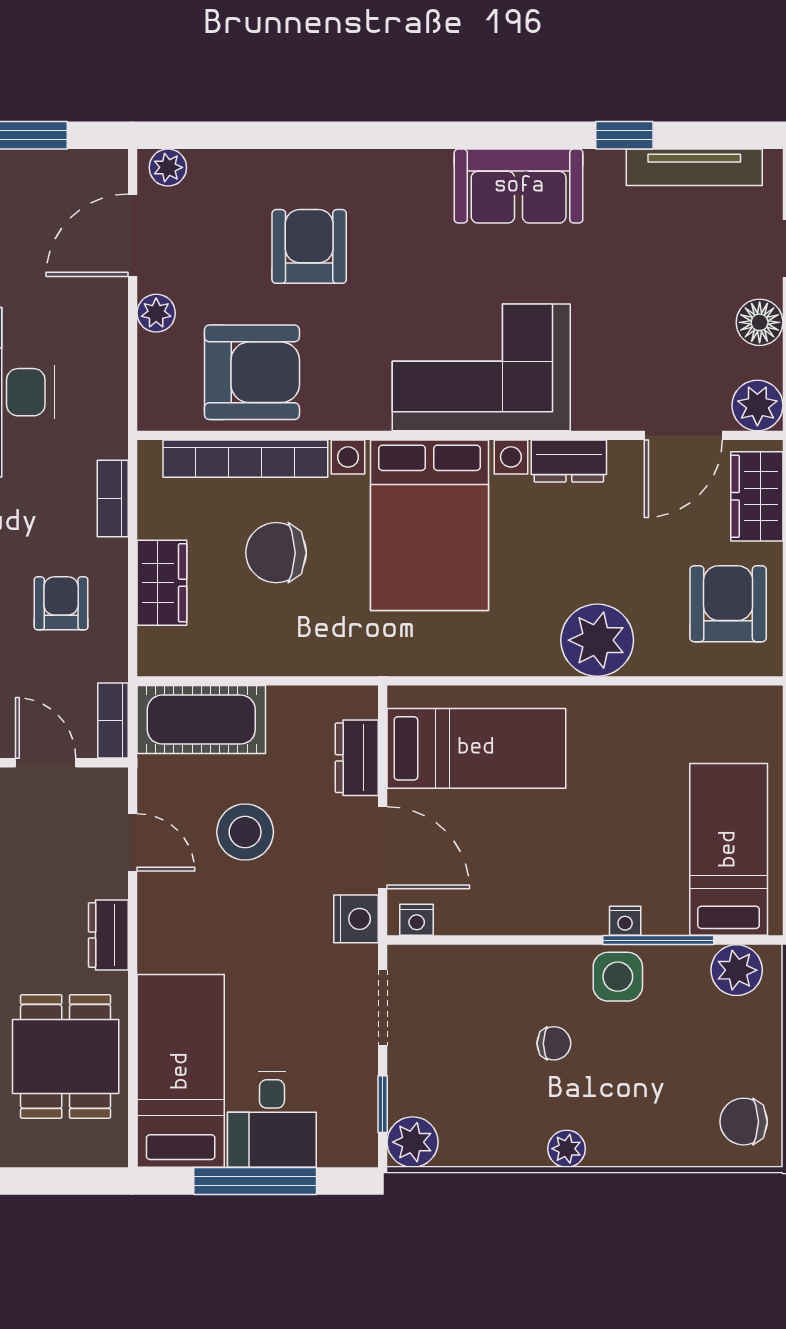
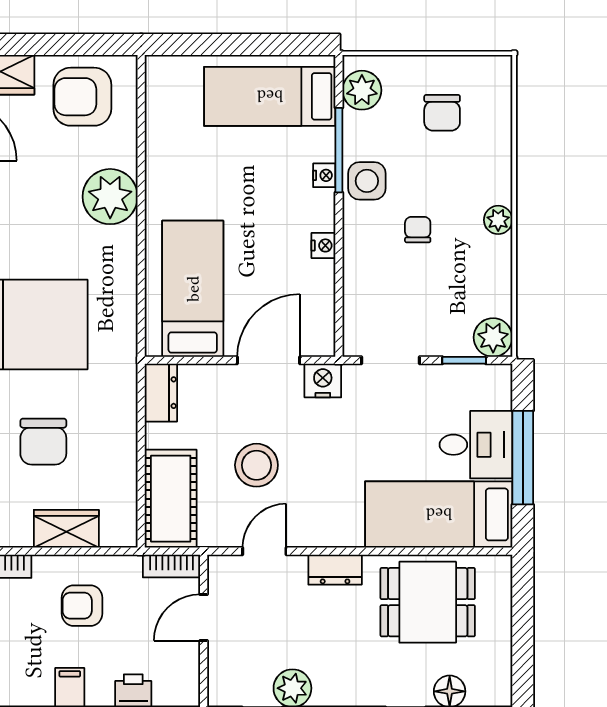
dresser: (357, 758) -> (161, 393), moved, turned -90
nightstand: (417, 920) -> (323, 245), moved
chair: (744, 1122) -> (442, 113), moved

